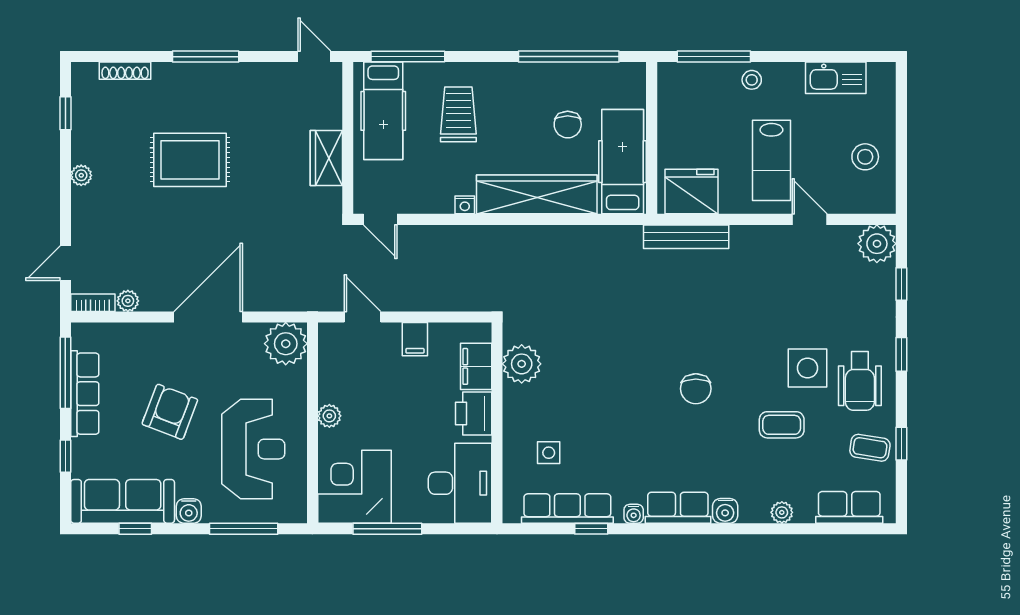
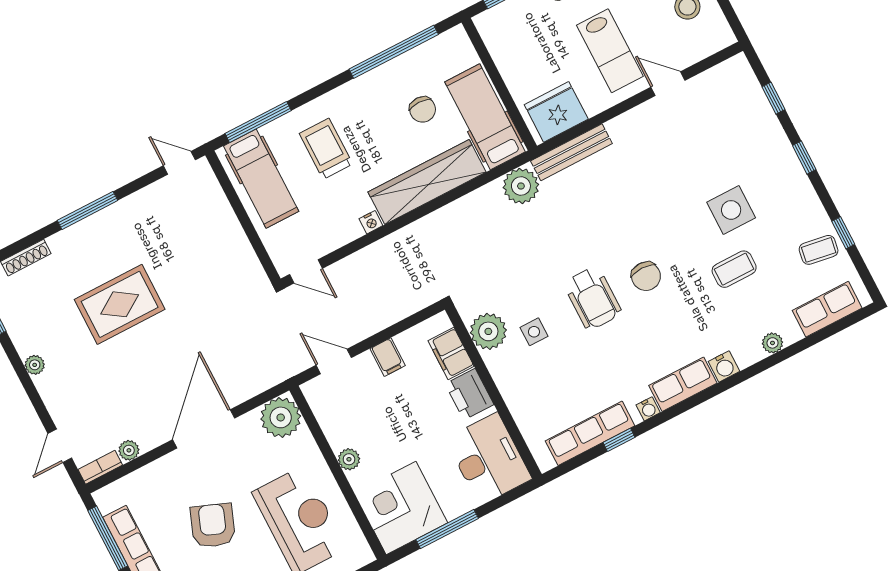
wardrobe: (326, 158) -> (234, 243), removed
plant: (877, 244) -> (521, 186), moved
wheelchair: (860, 381) -> (593, 298), moved
side table: (549, 453) -> (534, 332), moved

